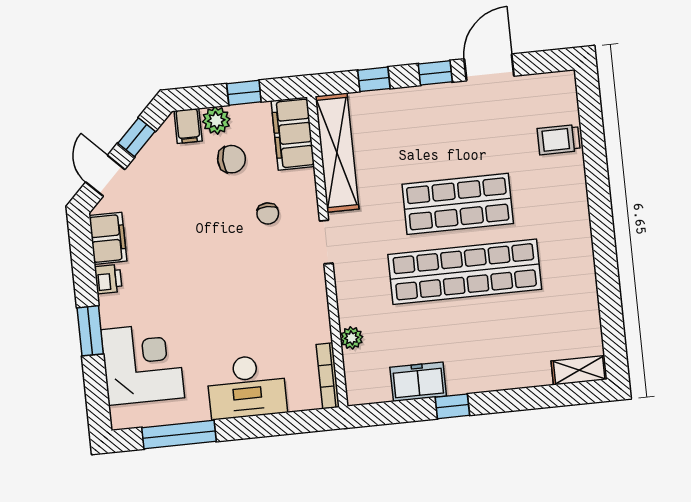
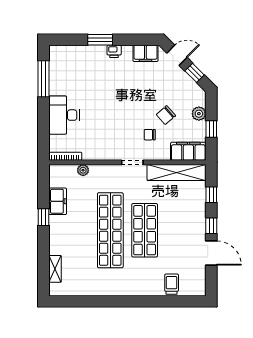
filing cabinet: (188, 126) -> (198, 99), removed
chair: (231, 159) -> (166, 115), moved, turned 49
printer: (108, 279) -> (114, 51), moved
corner desk: (143, 364) -> (81, 64), removed
shelving: (579, 370) -> (55, 269), moved

